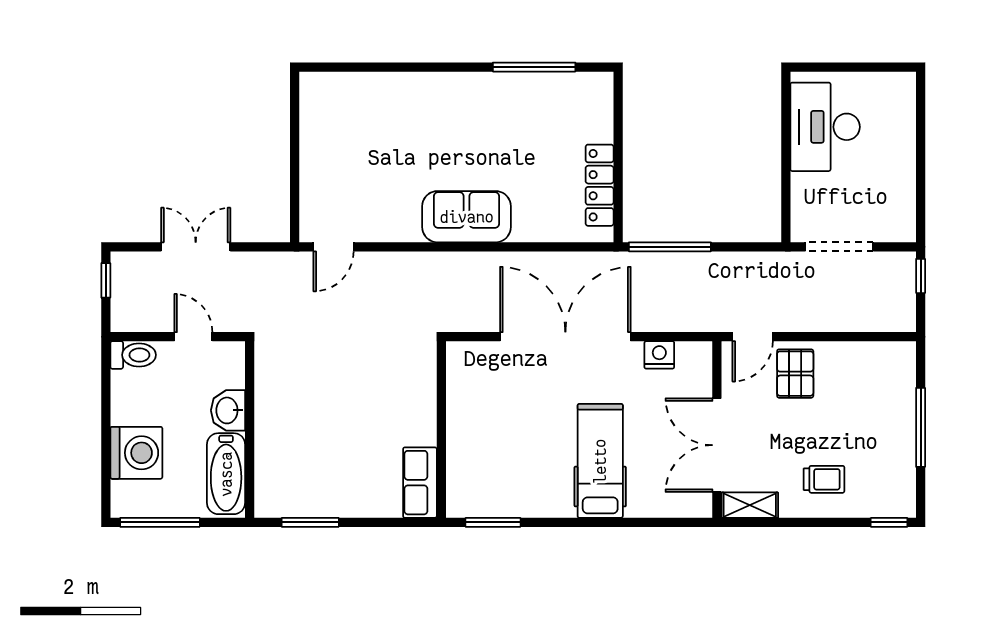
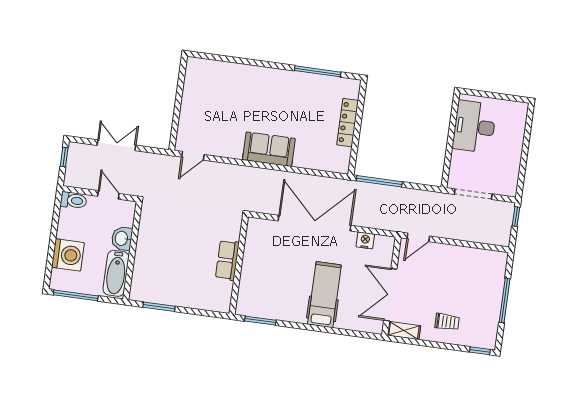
locker: (600, 185) -> (348, 123), moved
pallet: (795, 374) -> (439, 261), removed
row of seats: (420, 483) -> (227, 260), moved

